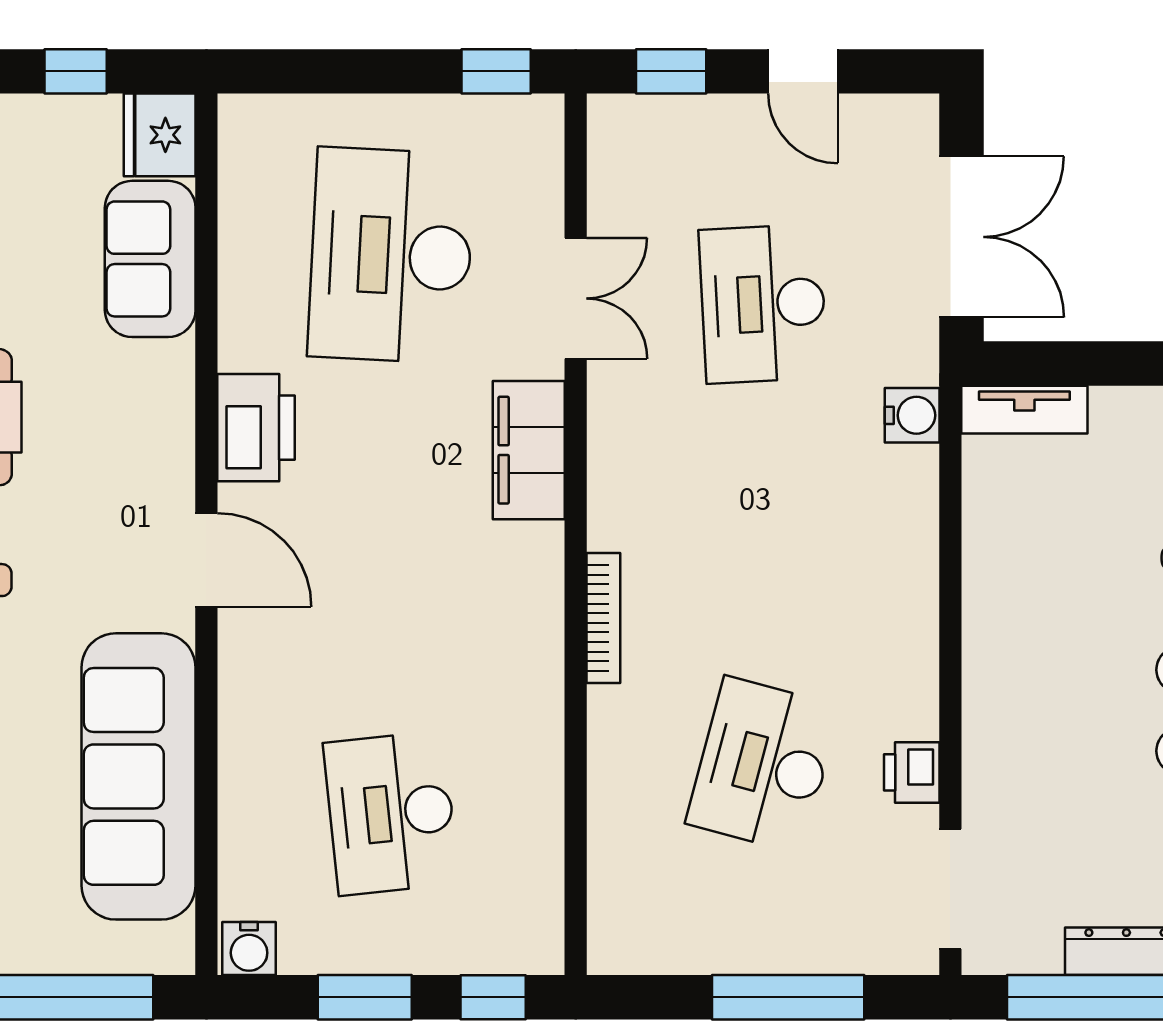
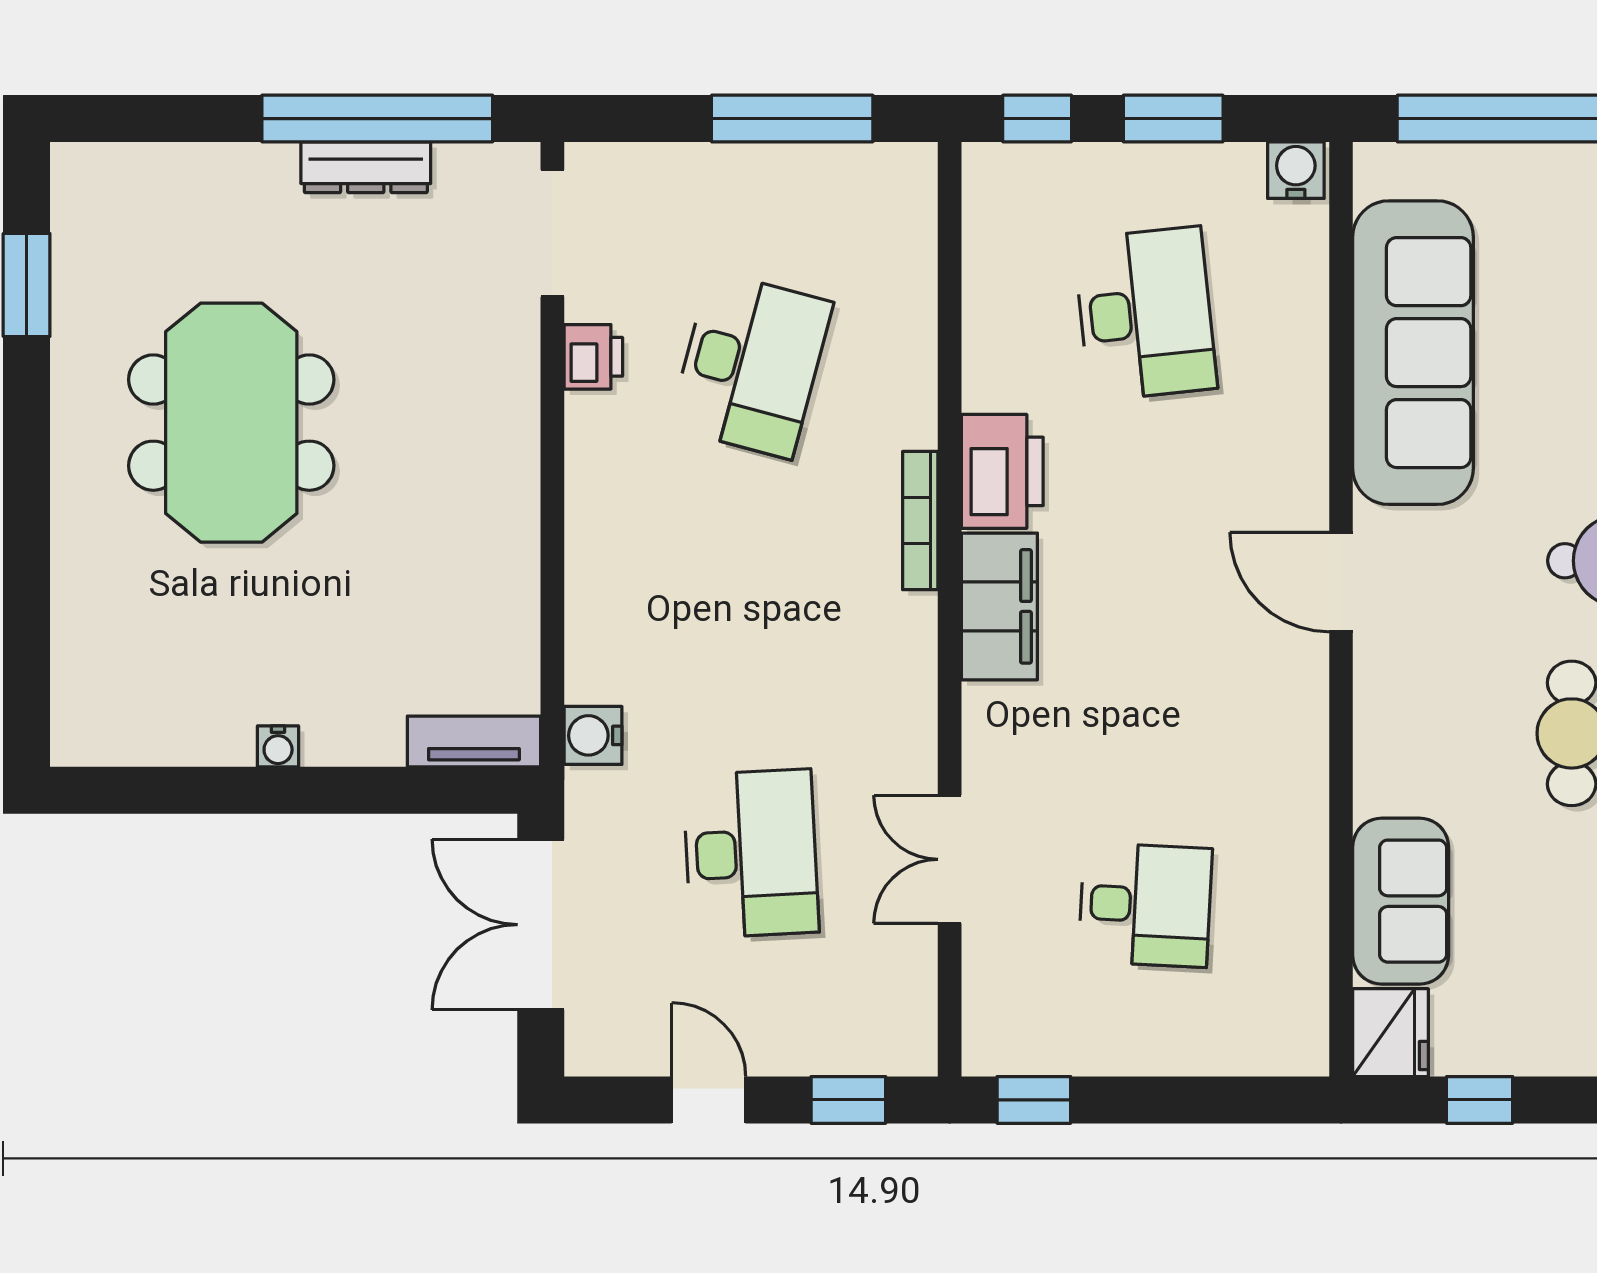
desk: (391, 255) -> (1145, 905), width x0.53, depth x0.77
printer: (256, 428) -> (1002, 471), moved, turned 180
filing cabinet: (529, 450) -> (999, 606), moved
window: (788, 997) -> (792, 119), moved

